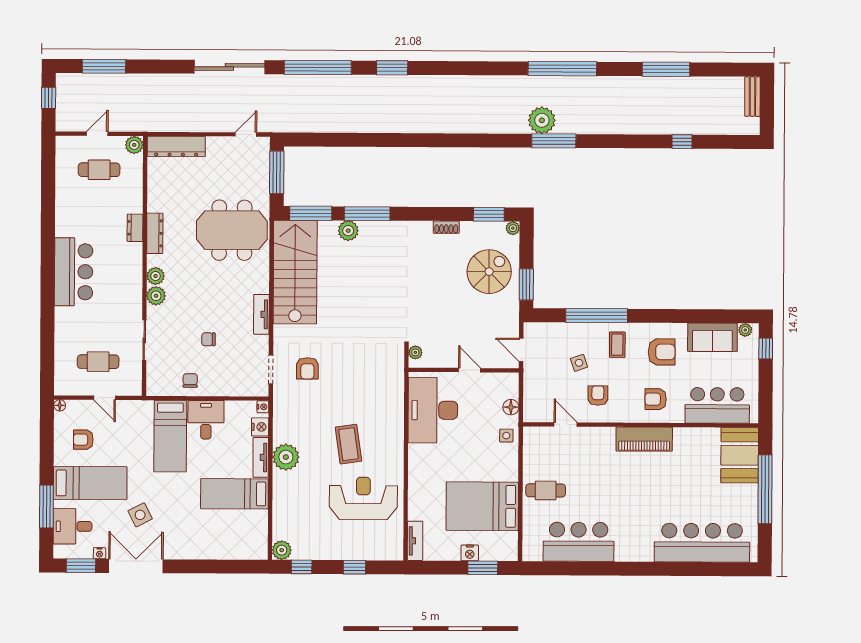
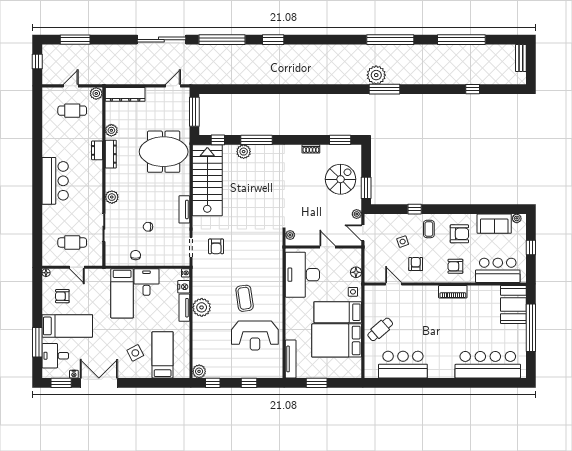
window: (666, 69) -> (461, 40), width x1.46
window: (311, 213) -> (218, 140), width x0.46
plant: (513, 228) -> (357, 214), moved
plant: (156, 276) -> (111, 130), moved
window: (597, 316) -> (415, 209), width x0.32
window: (766, 349) -> (531, 248), moved
piano: (644, 439) -> (453, 292), width x0.73, depth x0.75
bed: (484, 465) -> (338, 312), added
cafe table: (546, 490) -> (380, 329), turned -41
bed: (234, 494) -> (163, 355), moved, turned 90
reception desk: (363, 498) -> (255, 335), turned 180
side table: (140, 515) -> (135, 353), moved
tv unit: (415, 541) -> (291, 359), width x1.41
nightstand: (470, 553) -> (328, 373), removed
window: (483, 568) -> (317, 383), moved

